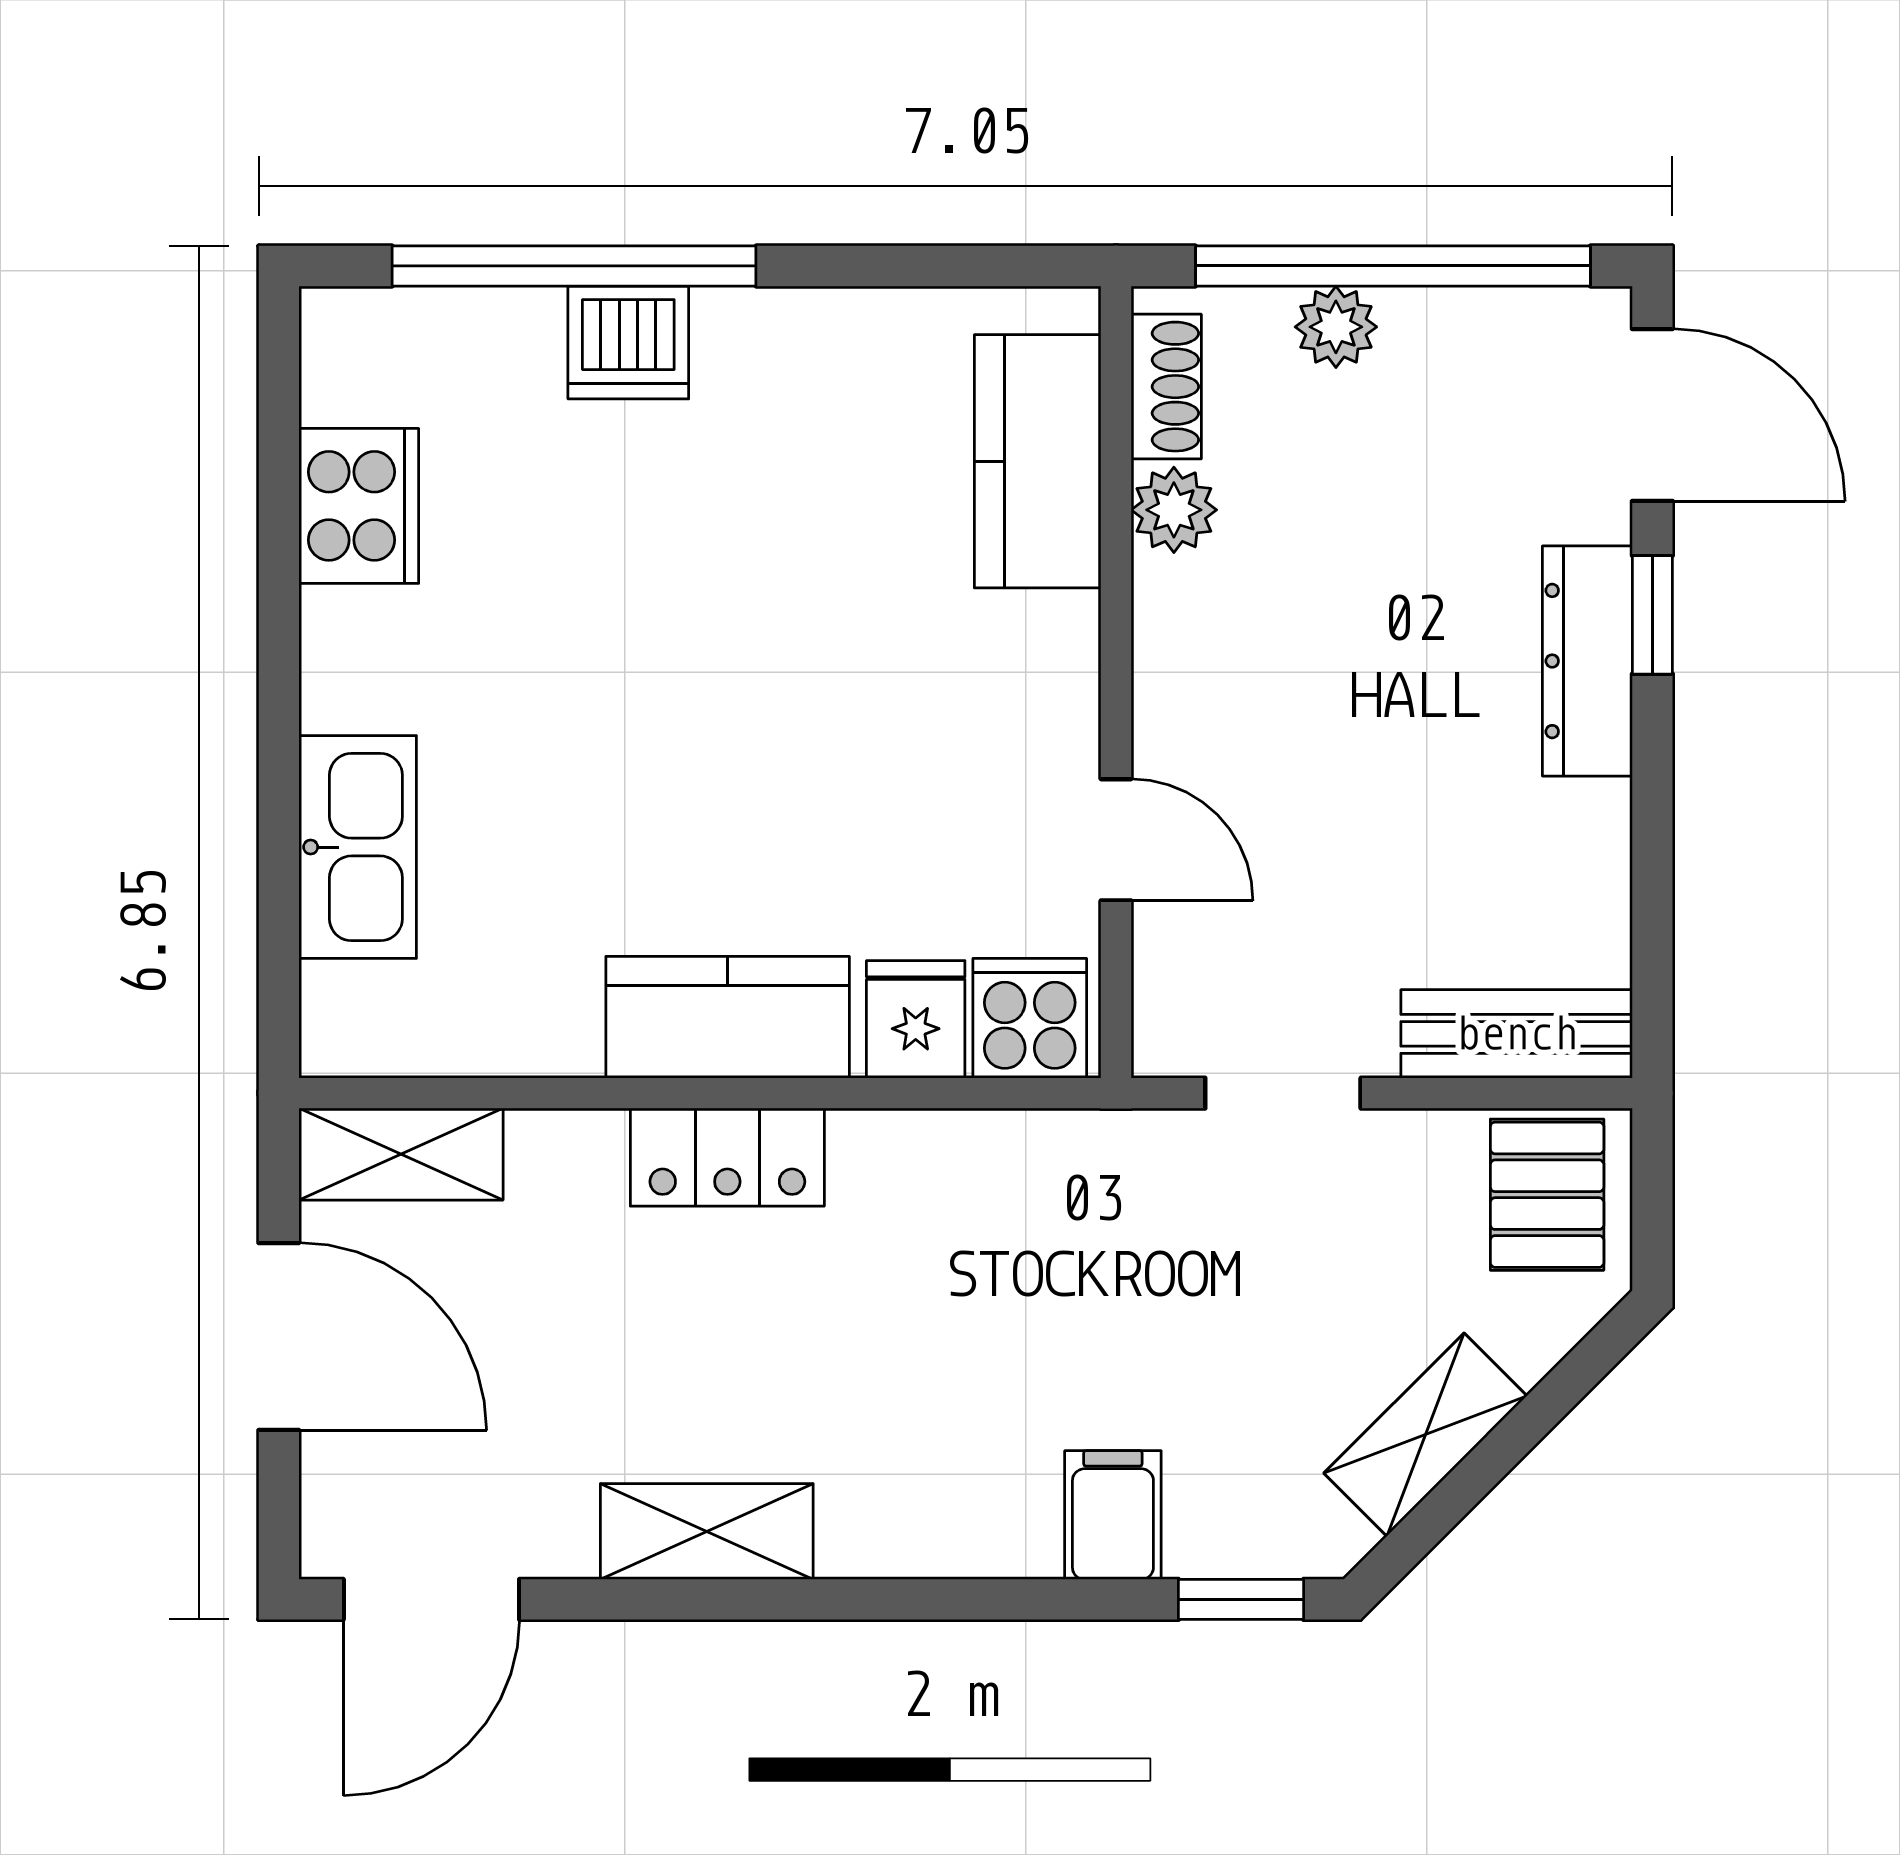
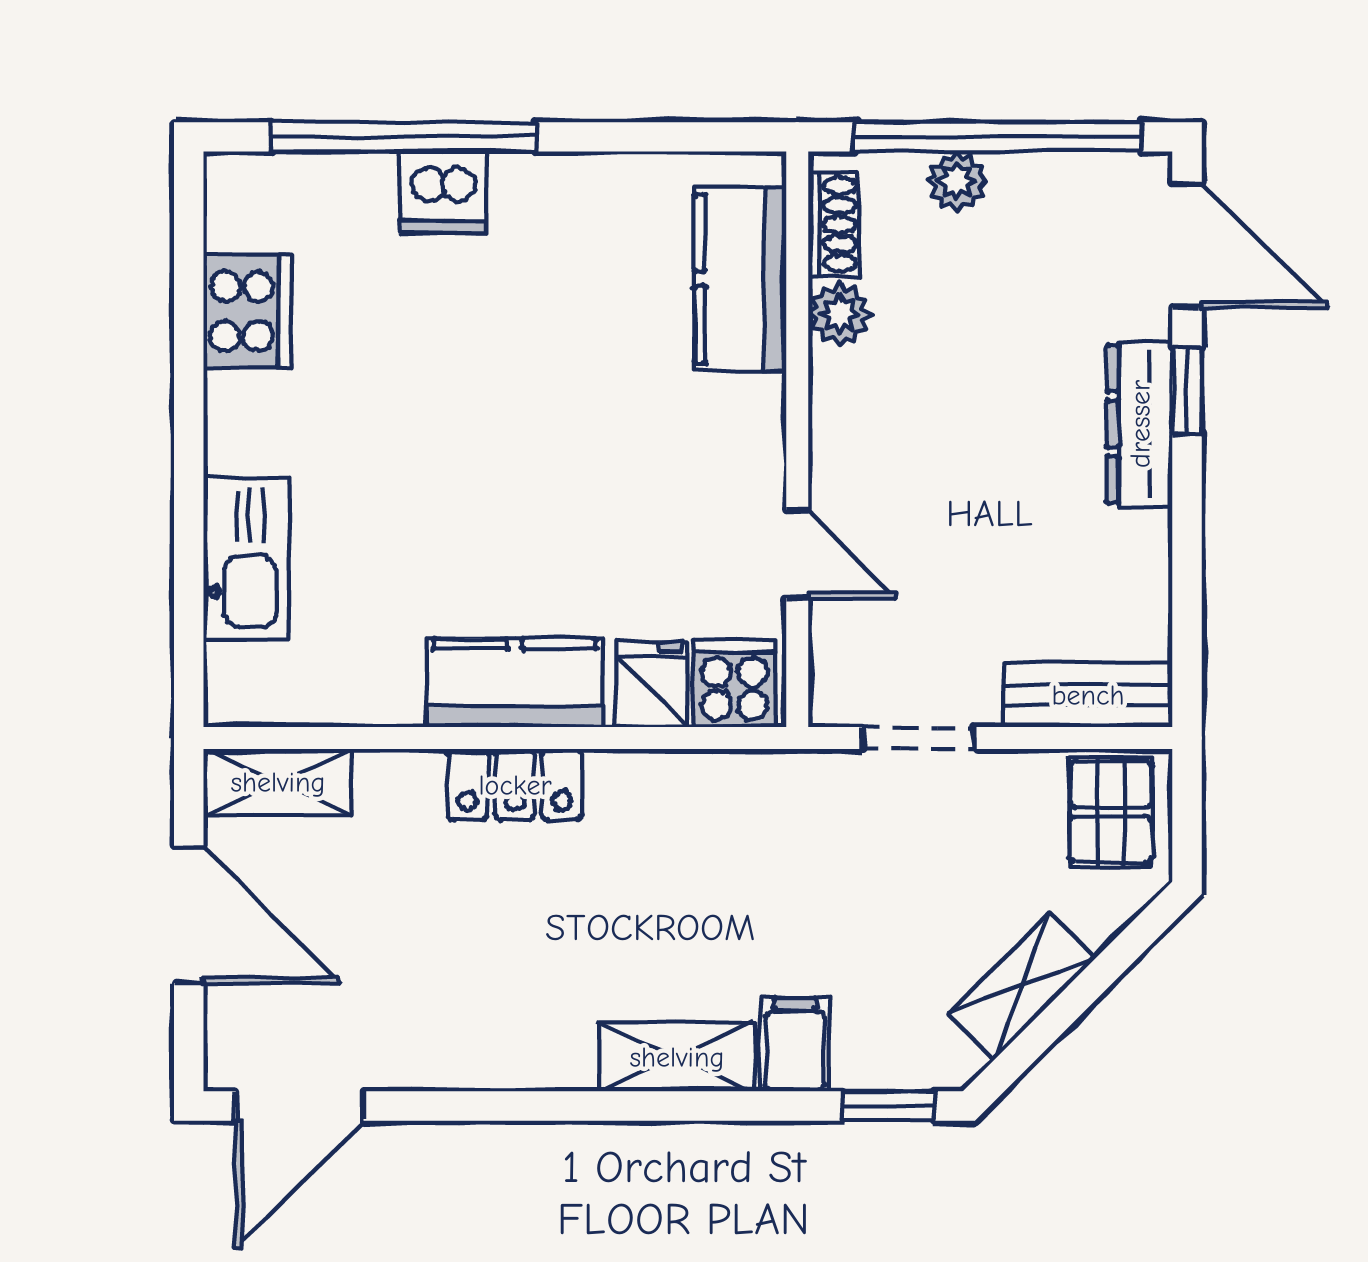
shelving: (707, 1531) -> (677, 1057), moved

